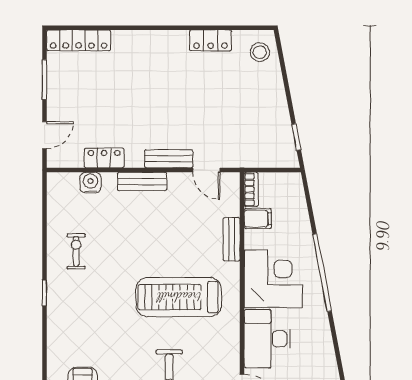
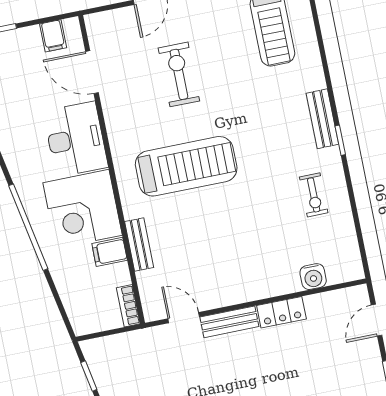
locker: (104, 158) -> (281, 312), moved
bench: (142, 182) -> (322, 119), moved, turned 90
filing cabinet: (258, 219) -> (110, 252), moved

